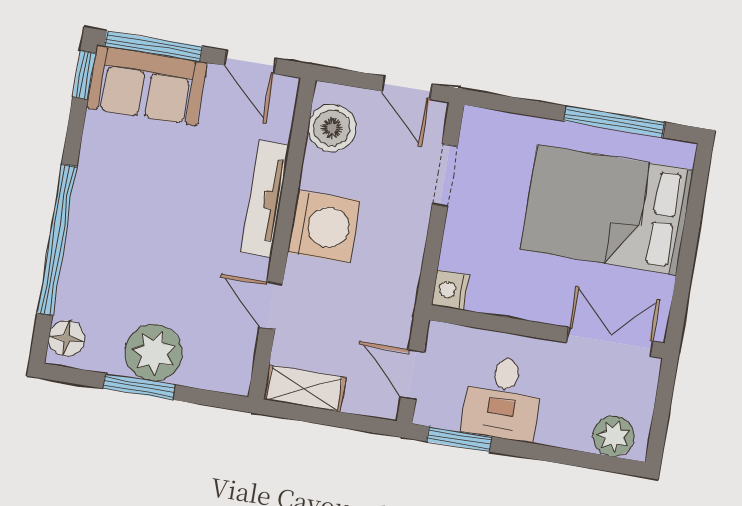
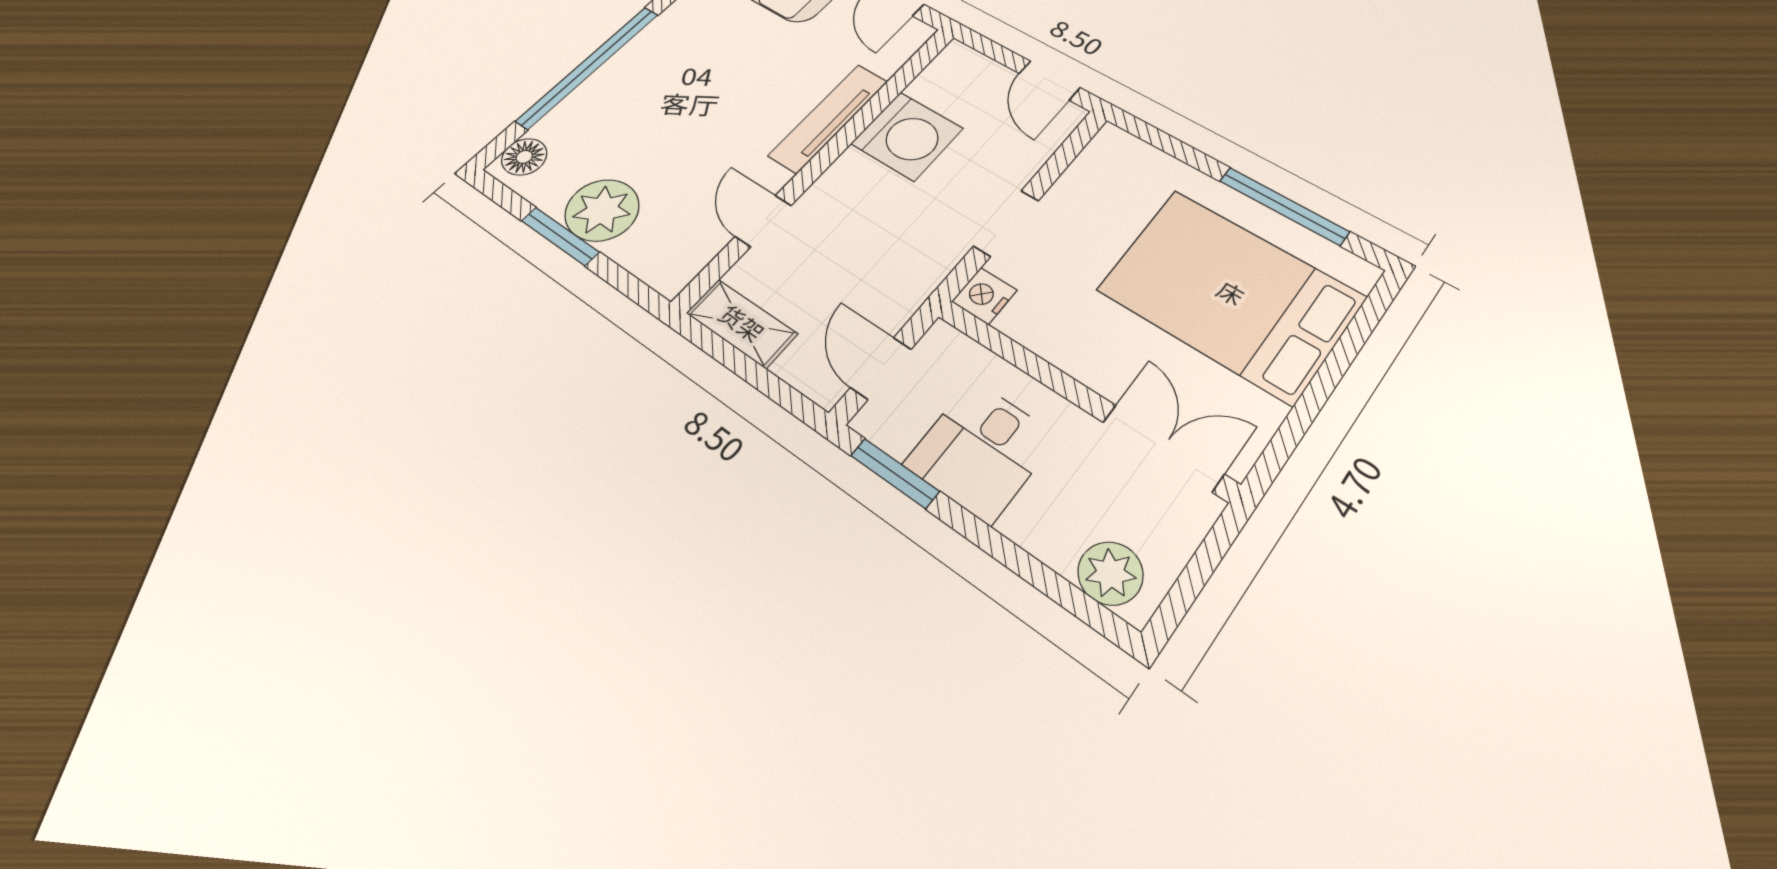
boiler: (332, 128) -> (944, 84), removed
doorway: (445, 175) -> (1006, 223), moved
washing machine: (324, 226) -> (907, 136), moved

